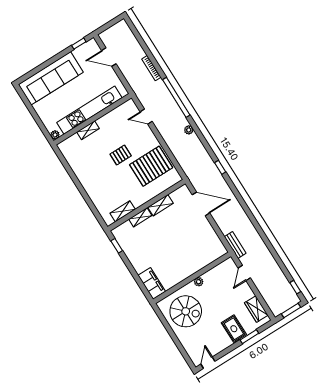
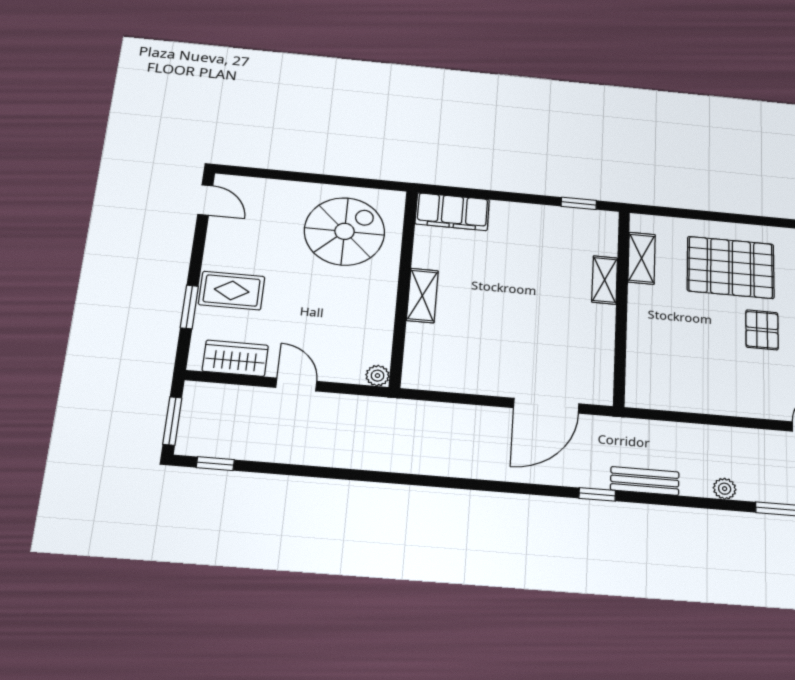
pallet: (151, 166) -> (731, 267), moved, turned 90
shelving: (160, 205) -> (422, 296), moved
bench: (235, 245) -> (645, 481), moved
door: (244, 273) -> (296, 384), moved
plant: (199, 282) -> (378, 376), moved
spiral stairs: (186, 311) -> (345, 231), turned 180

